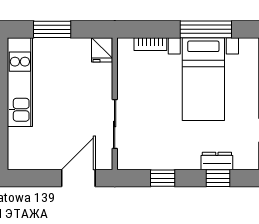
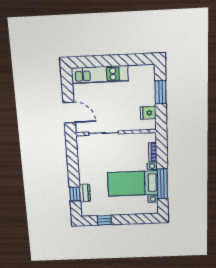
fridge: (102, 50) -> (148, 113), moved
kitchen unit: (20, 82) -> (100, 75), moved
window: (163, 178) -> (73, 163), removed

